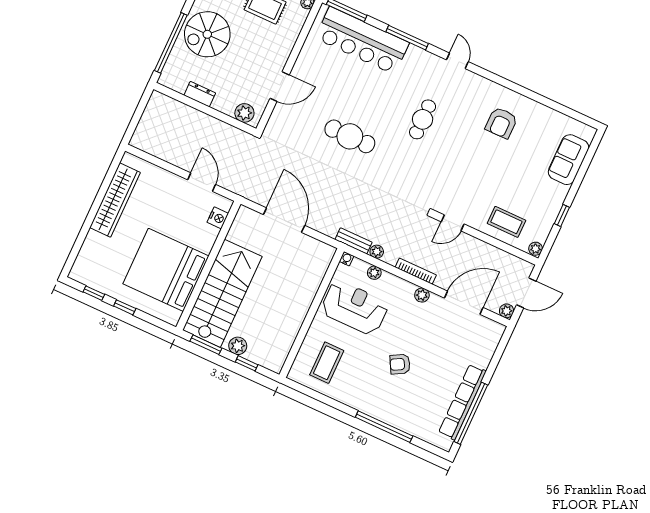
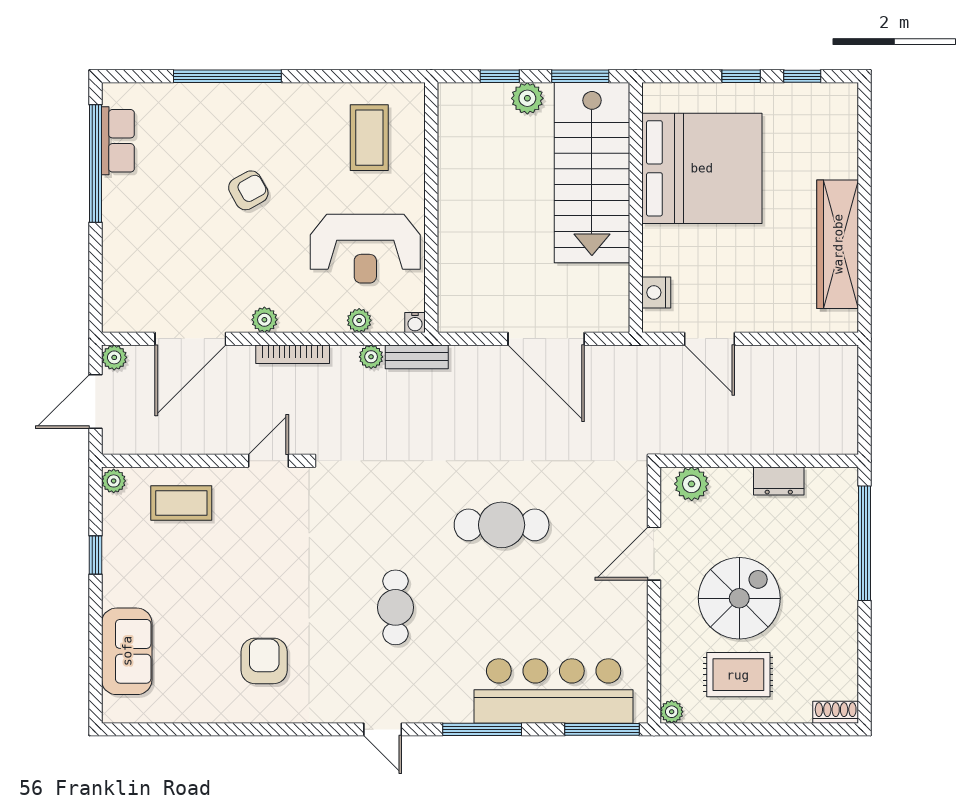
spiral stairs: (207, 34) -> (739, 598), moved
row of seats: (462, 402) -> (118, 141), width x0.50

